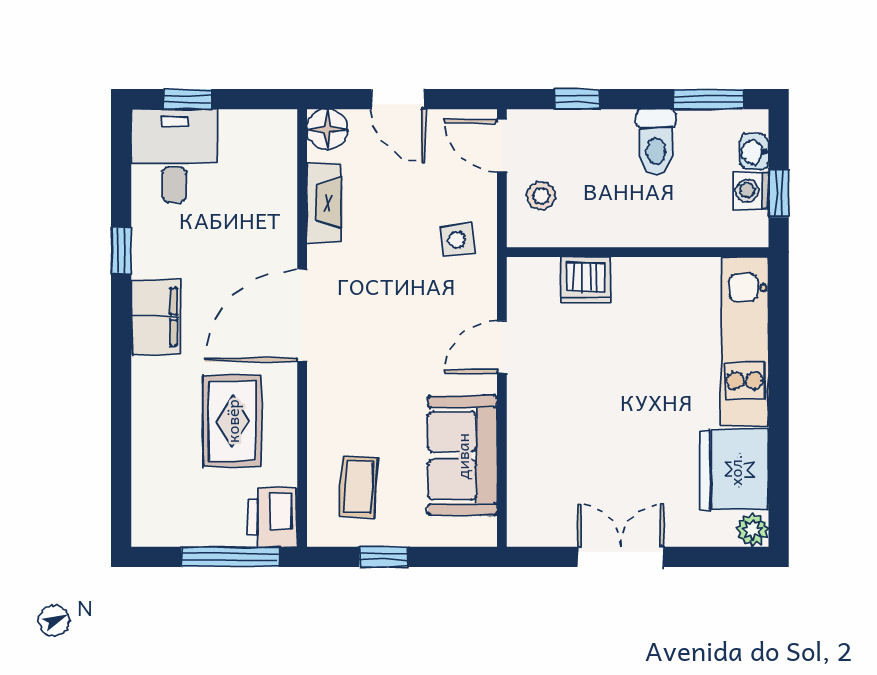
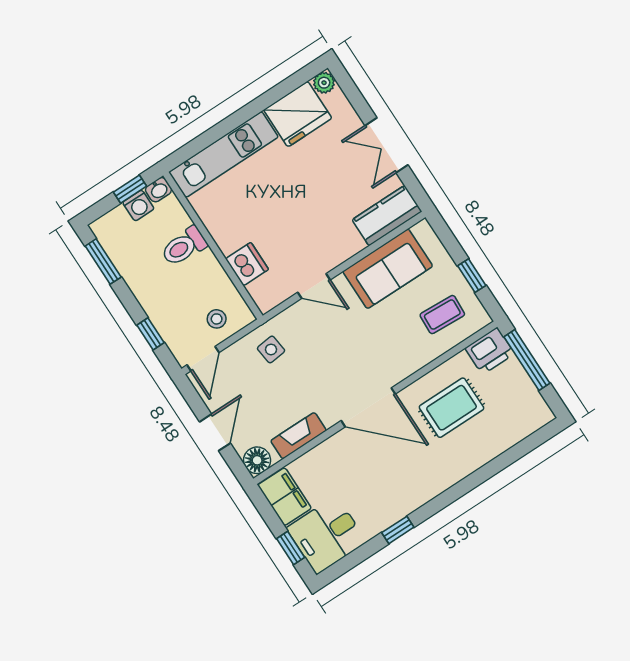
toilet: (656, 142) -> (184, 246), moved, turned 180
washbasin: (754, 152) -> (158, 190), moved
filing cabinet: (156, 317) -> (284, 497), moved, turned 90
kitchen counter: (531, 499) -> (387, 216), added

